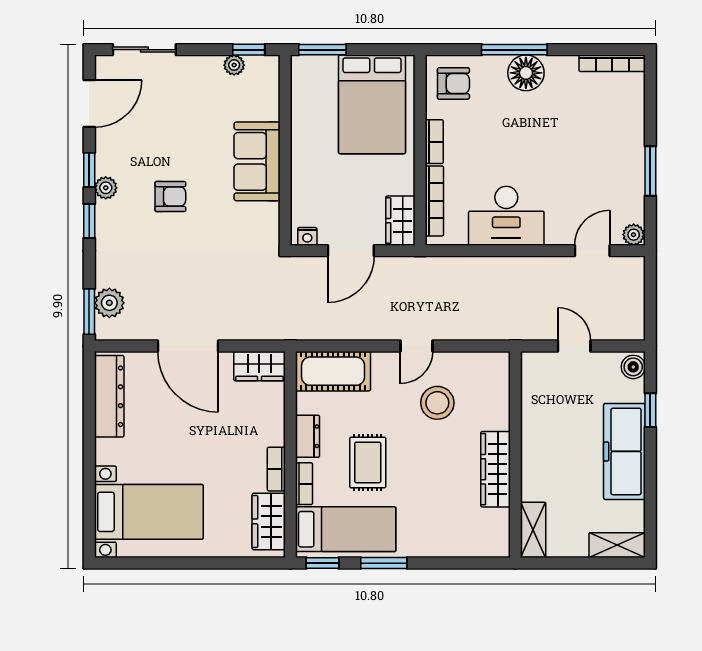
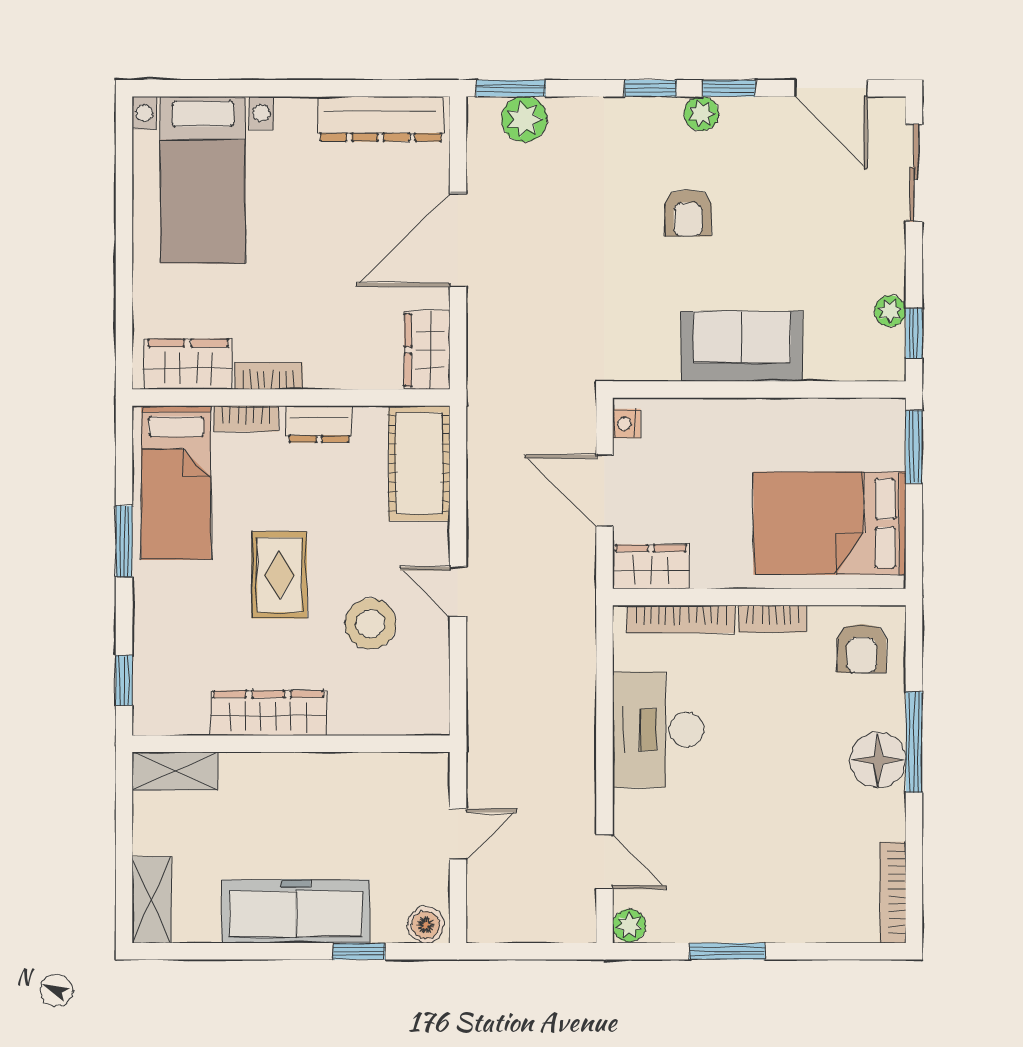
rug: (368, 462) -> (279, 575), moved, turned 90
window: (323, 563) -> (124, 680), moved

